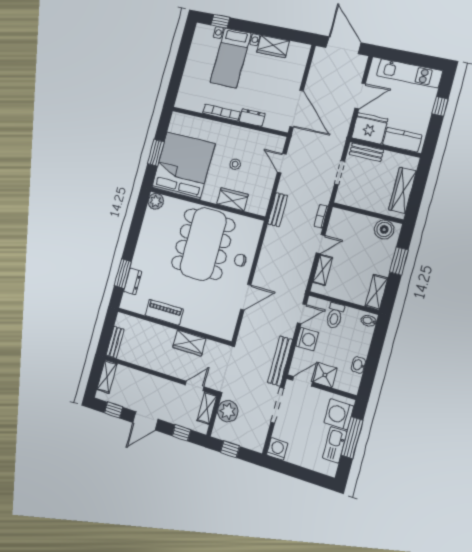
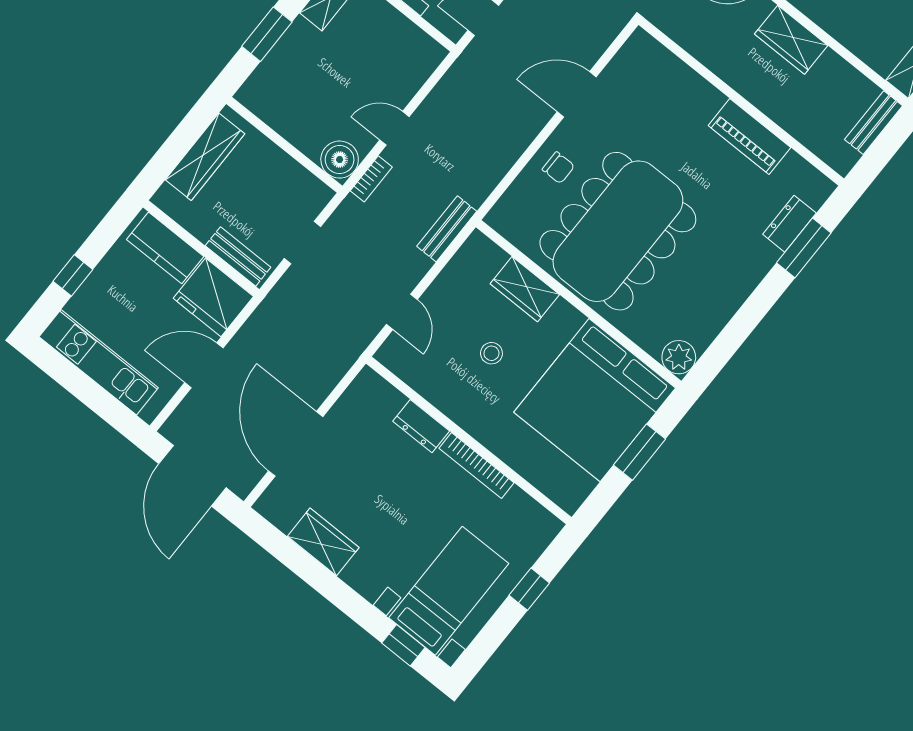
bed with nightstands: (231, 58) -> (449, 591), moved
window: (178, 72) -> (529, 589), added
door: (297, 109) -> (296, 444), moved
boiler: (384, 230) -> (340, 160), moved
shelving: (323, 270) -> (411, 80), removed
wardrobe: (189, 343) -> (791, 40), moved, turned 180

